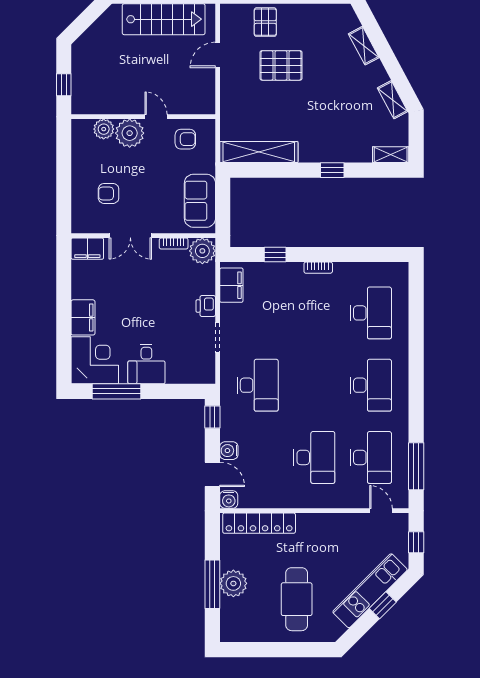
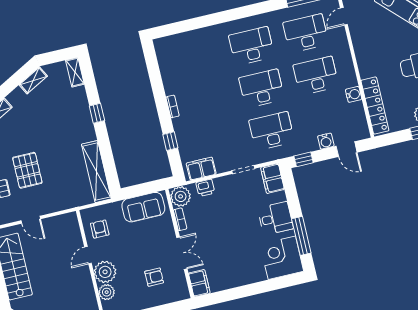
armchair: (109, 193) -> (154, 277), turned -90
printer: (206, 306) -> (205, 188), moved
desk: (371, 313) -> (262, 89), moved
filing cabinet: (83, 317) -> (272, 178), moved, turned -90
door: (212, 474) -> (347, 149), swing flipped
water cooler: (229, 499) -> (354, 94), moved

